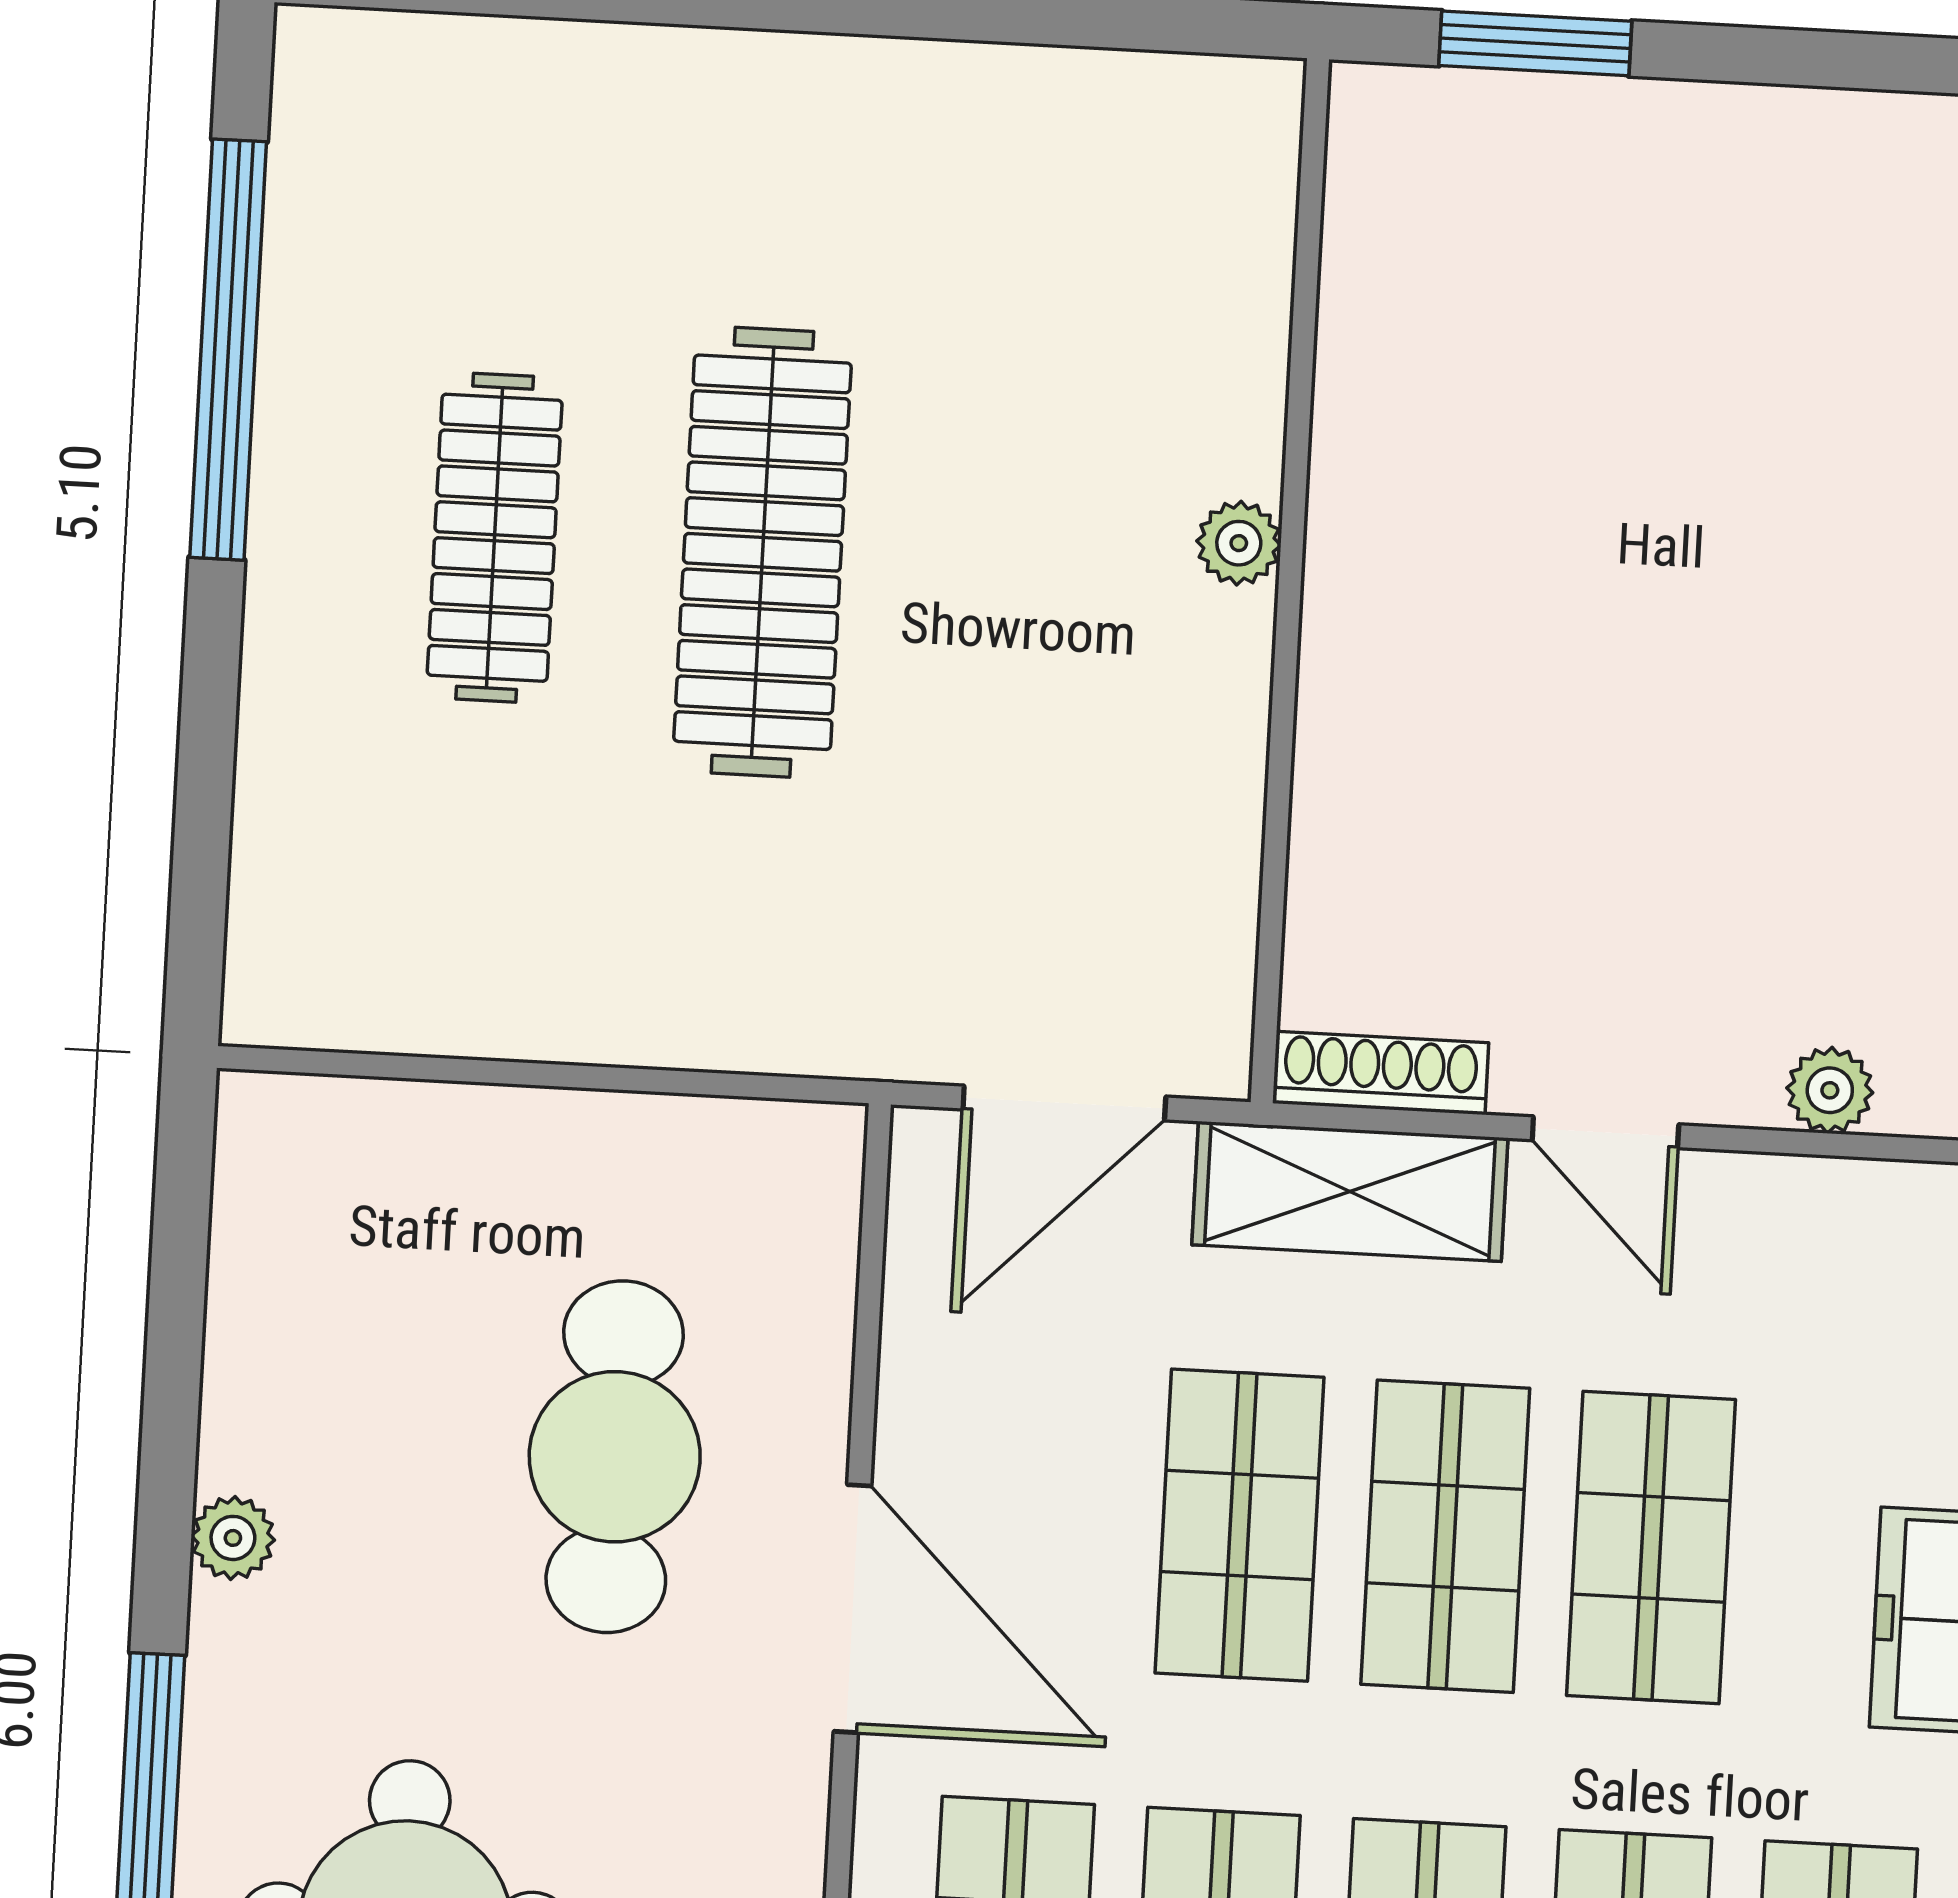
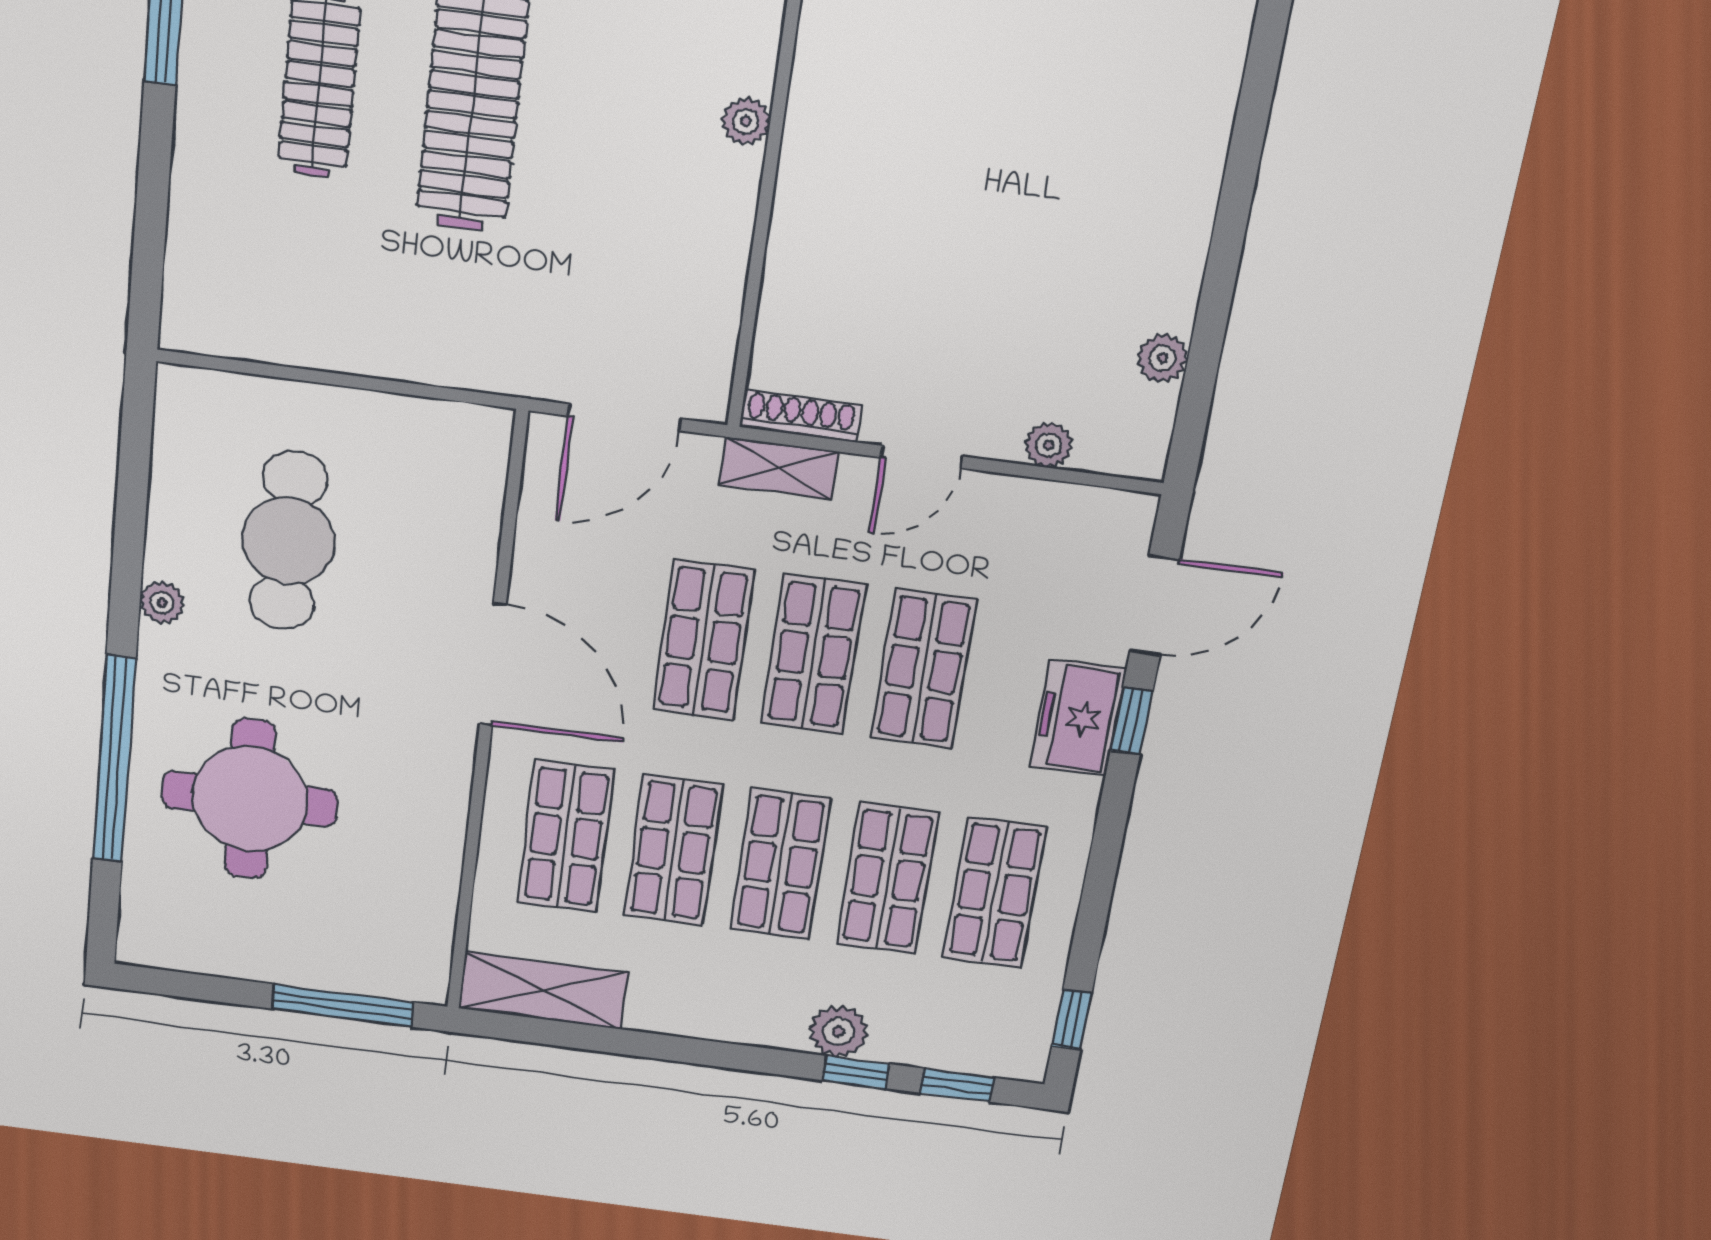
door: (1605, 1132) -> (922, 457), hinge flipped
shelving: (1350, 1191) -> (779, 468), width x0.67, depth x0.75
cafe table: (615, 1457) -> (288, 541), moved

